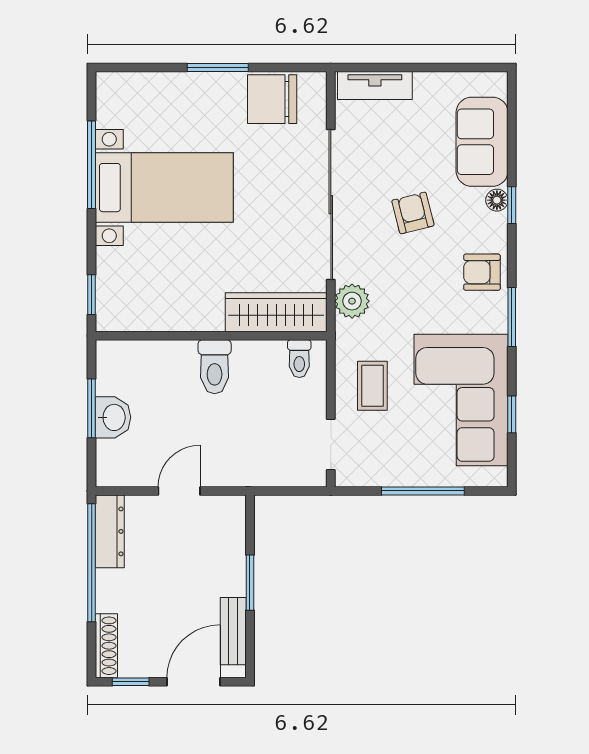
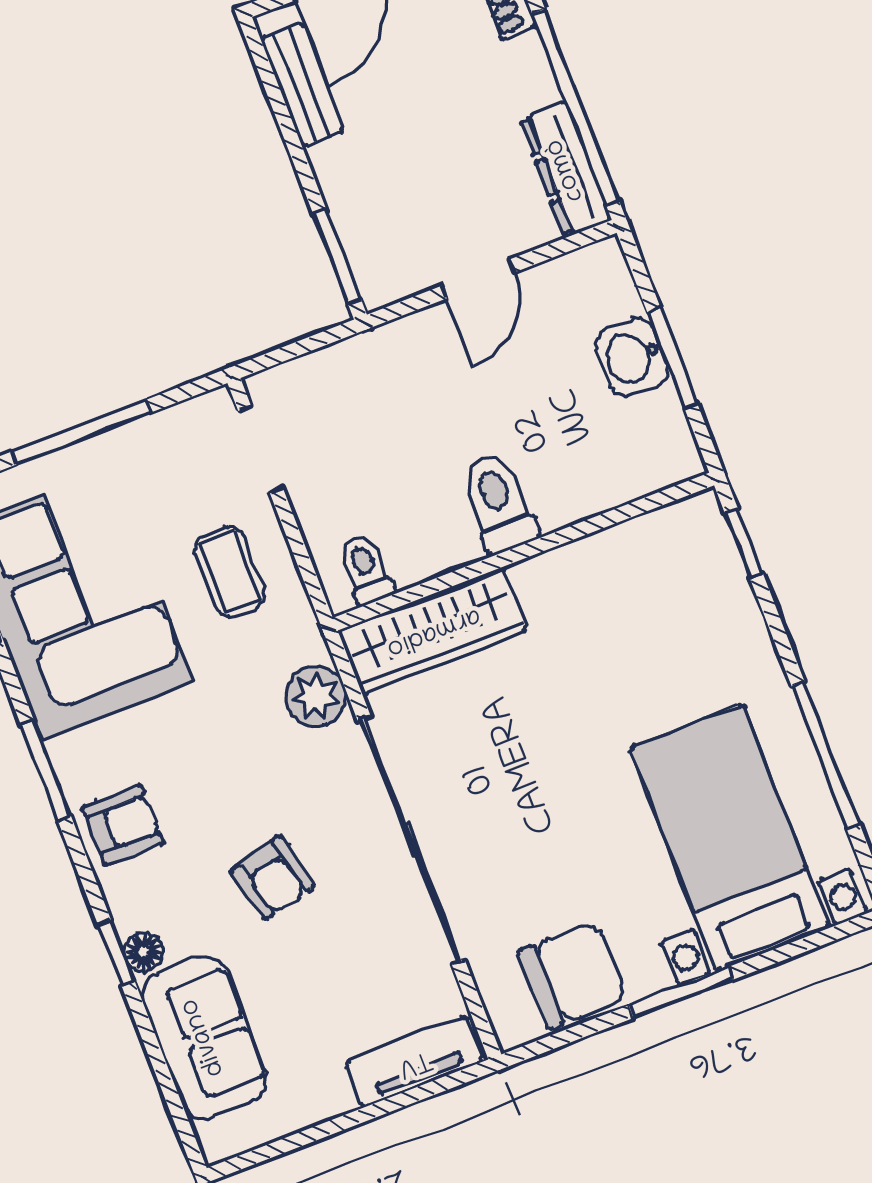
bed with nightstands: (164, 188) -> (730, 838), moved, turned 90
window: (250, 583) -> (337, 256), moved

